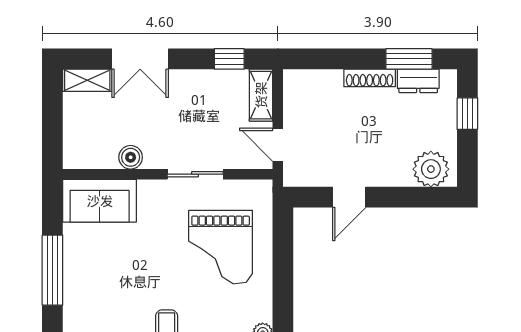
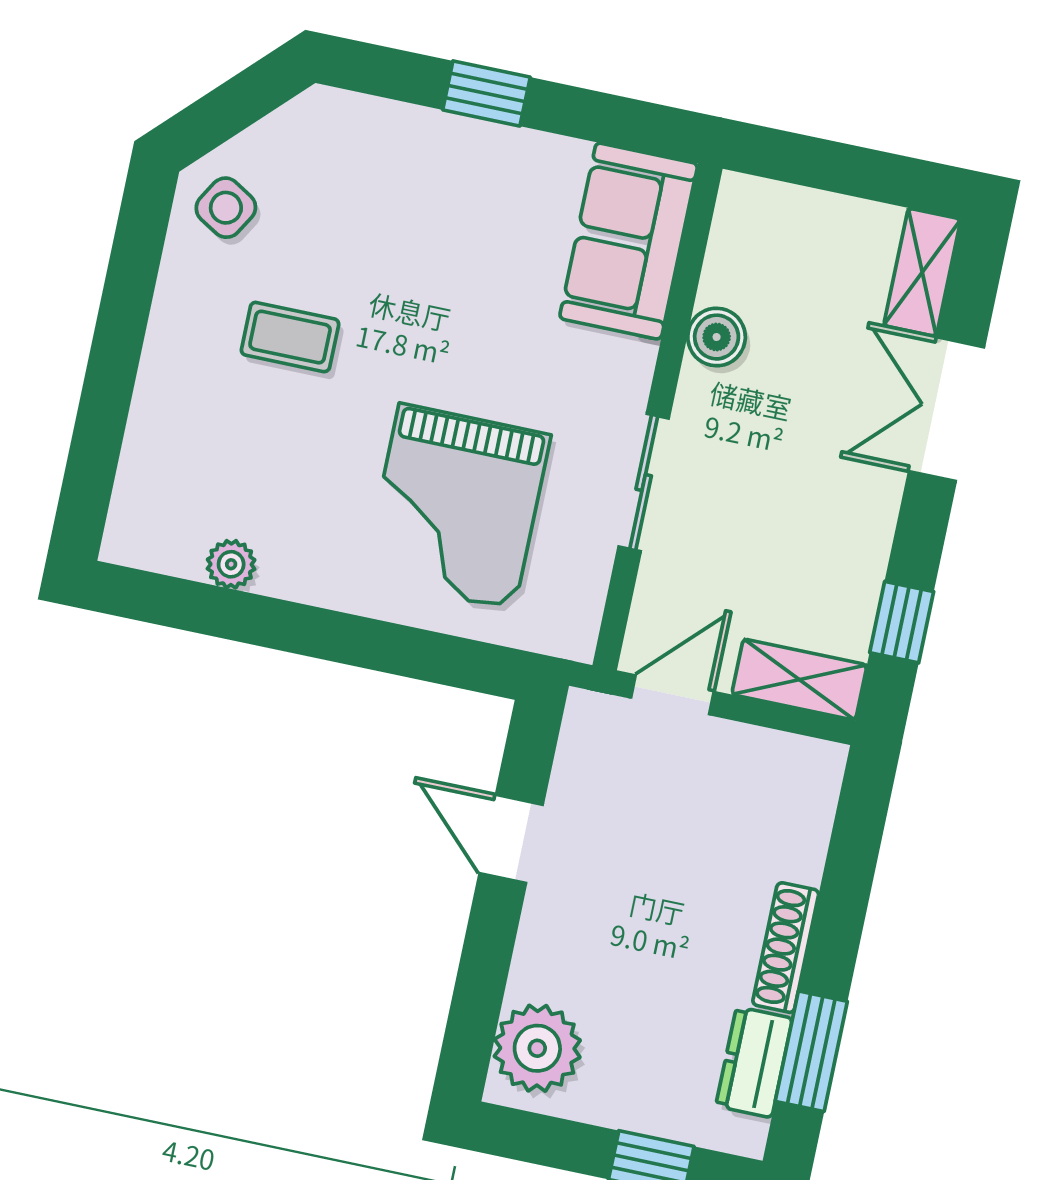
grand piano: (221, 247) -> (457, 507), turned -90
window: (52, 270) -> (486, 93), width x0.46

